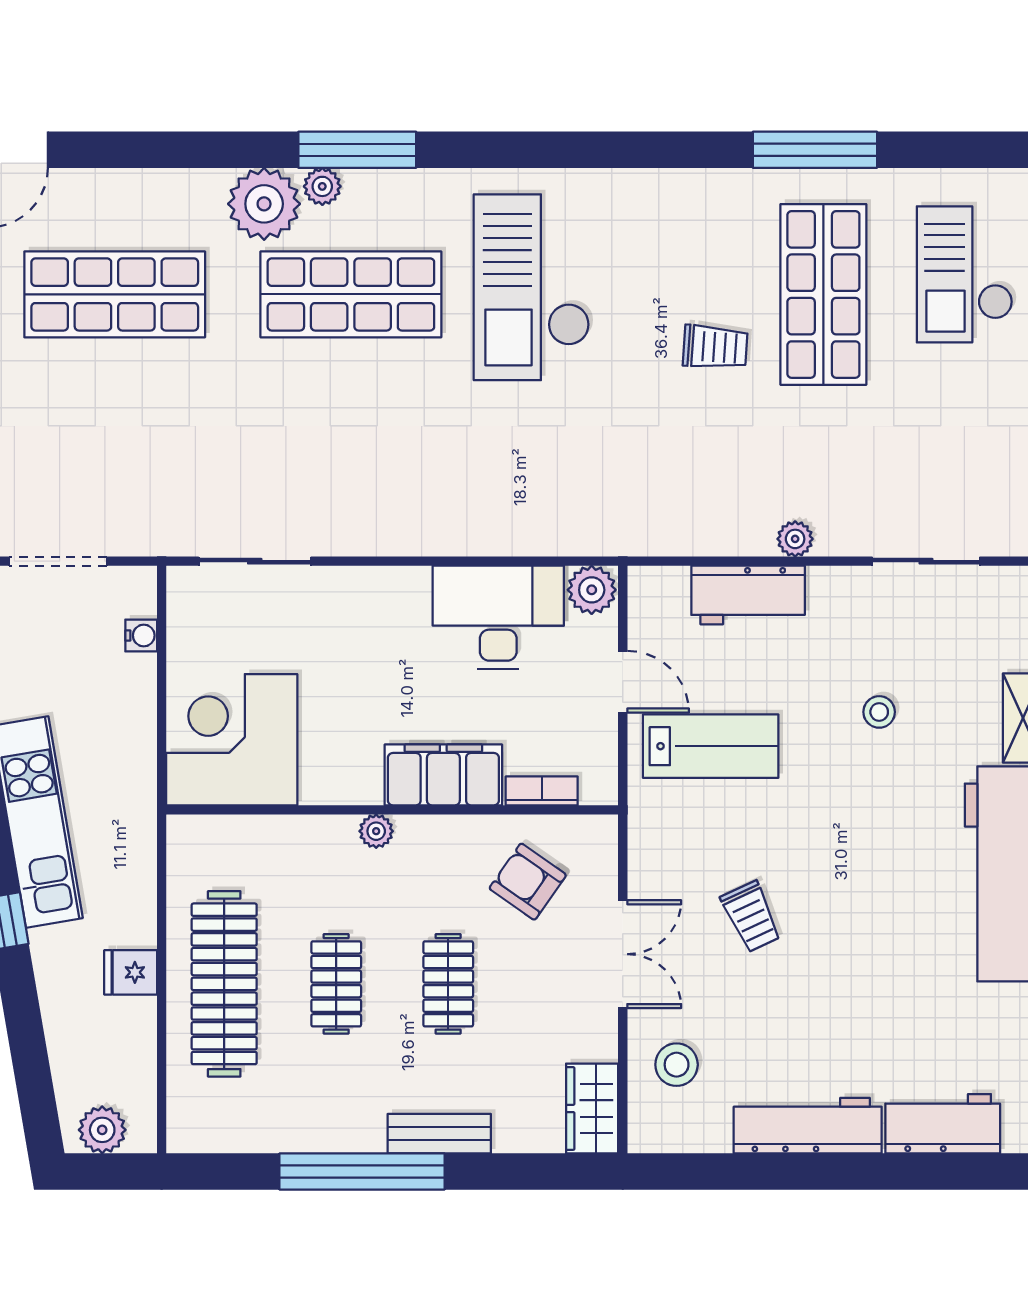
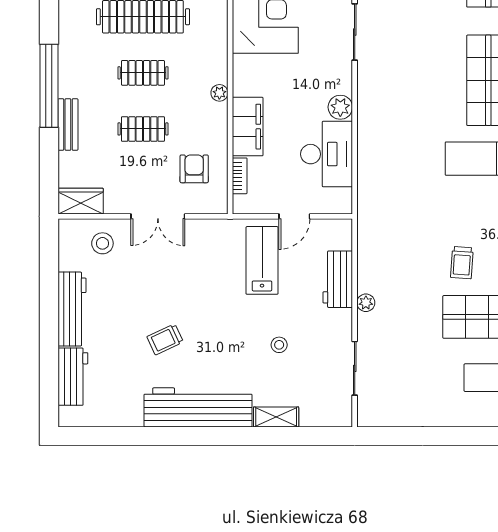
plant: (592, 590) -> (340, 107), moved
lab bench: (711, 746) -> (262, 260), turned 180
armchair: (528, 882) -> (194, 169), turned -35
trolley: (751, 917) -> (165, 339), moved

